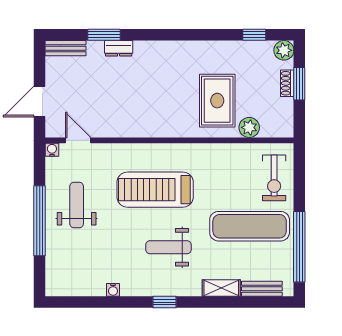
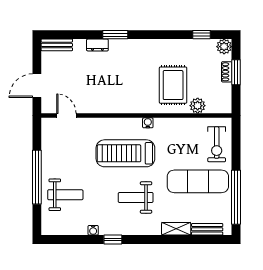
window: (104, 35) -> (115, 35), moved
water cooler: (52, 150) -> (148, 123), moved
weight bench: (77, 205) -> (65, 195), moved, turned 90
window: (165, 302) -> (113, 240), moved

